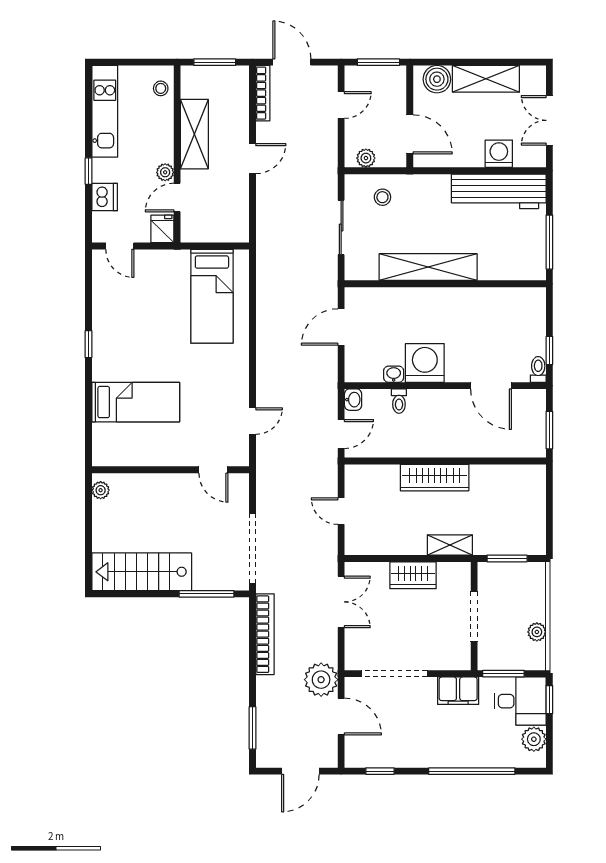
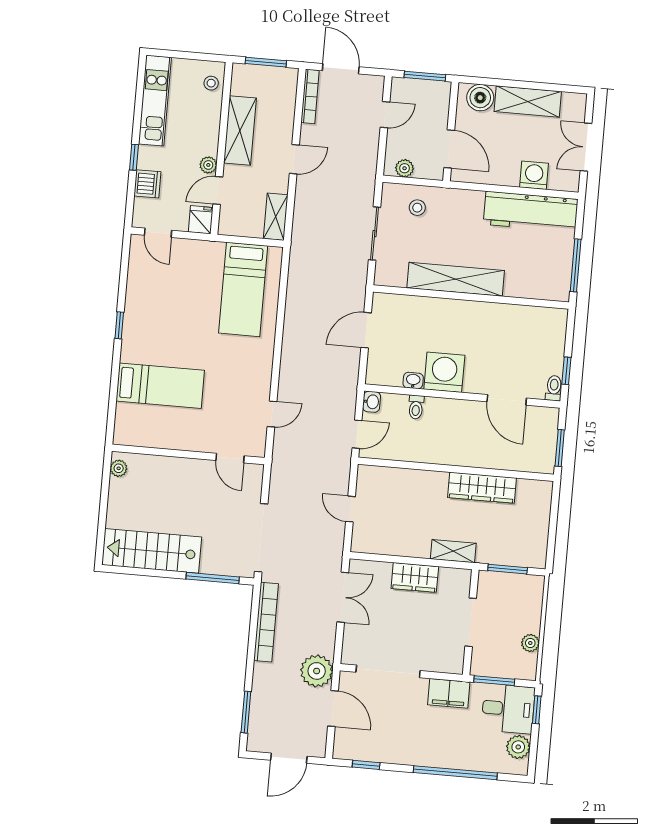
shelving: (239, 219) -> (276, 217), added
wardrobe: (435, 478) -> (482, 488), moved

